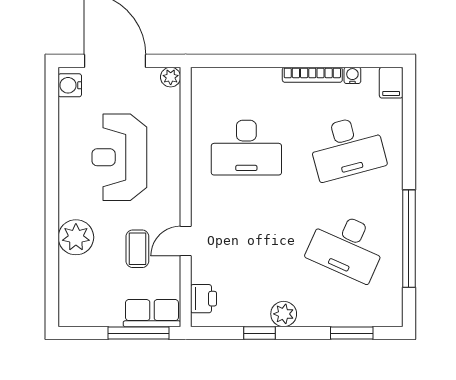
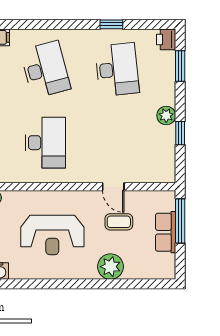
window: (409, 239) -> (111, 24), width x0.32
desk: (347, 246) -> (117, 69), turned -30
printer: (204, 299) -> (166, 39), moved, turned -90
row of seats: (152, 313) -> (166, 232), moved

